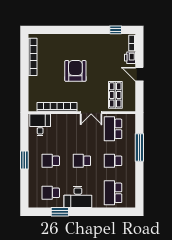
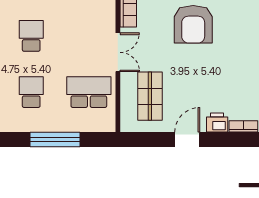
armchair: (75, 71) -> (193, 24), turned 90
shop shelf: (115, 95) -> (150, 96), turned 90
double door: (91, 113) -> (118, 52), swing flipped

